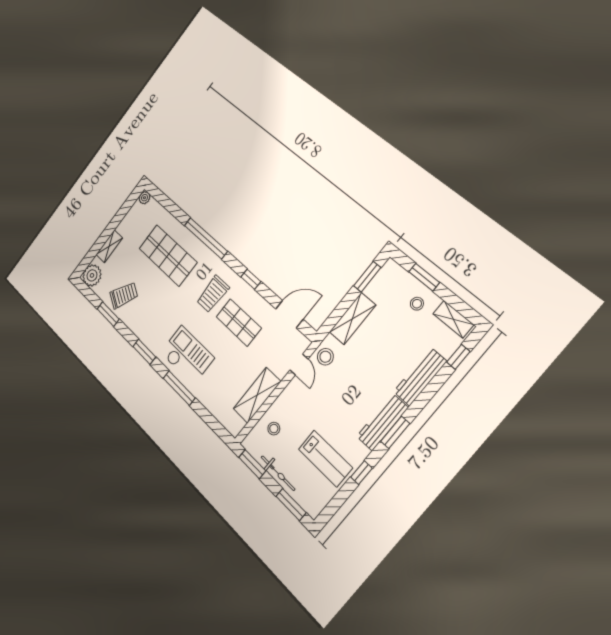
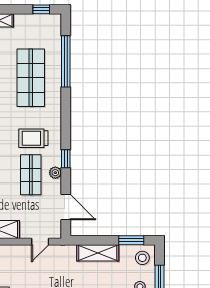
plant: (144, 198) -> (55, 173), moved
window: (129, 203) -> (41, 9), added
window: (206, 238) -> (66, 61), moved
stool: (325, 357) -> (142, 258), moved

